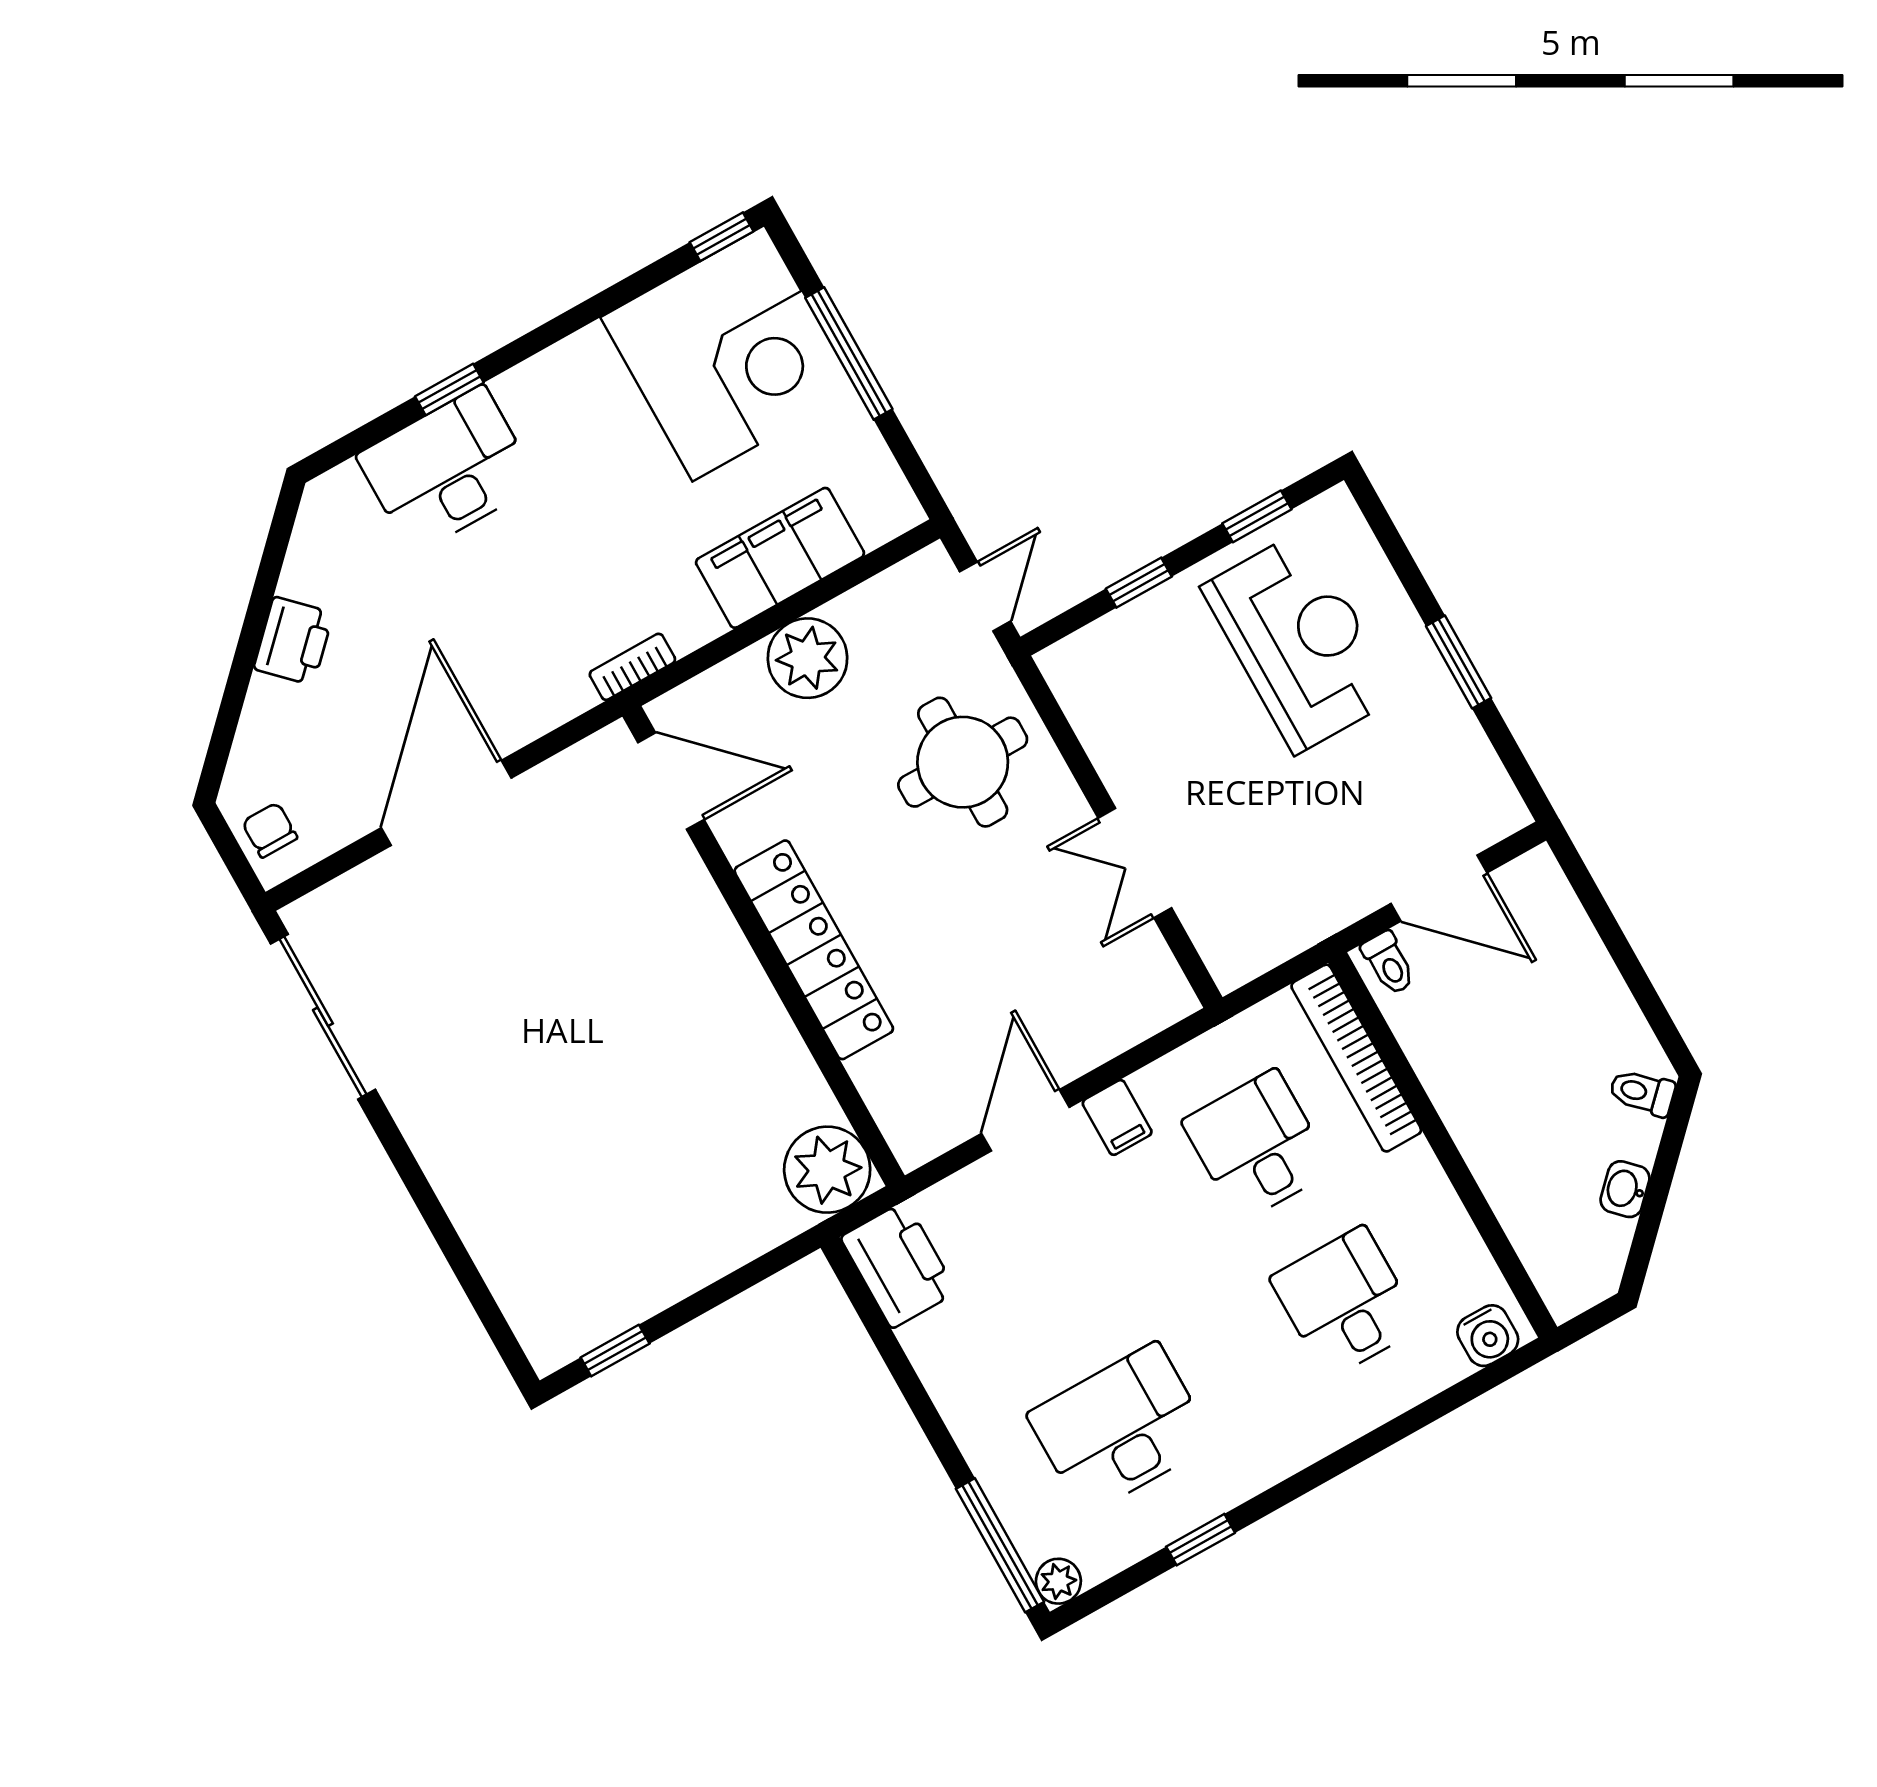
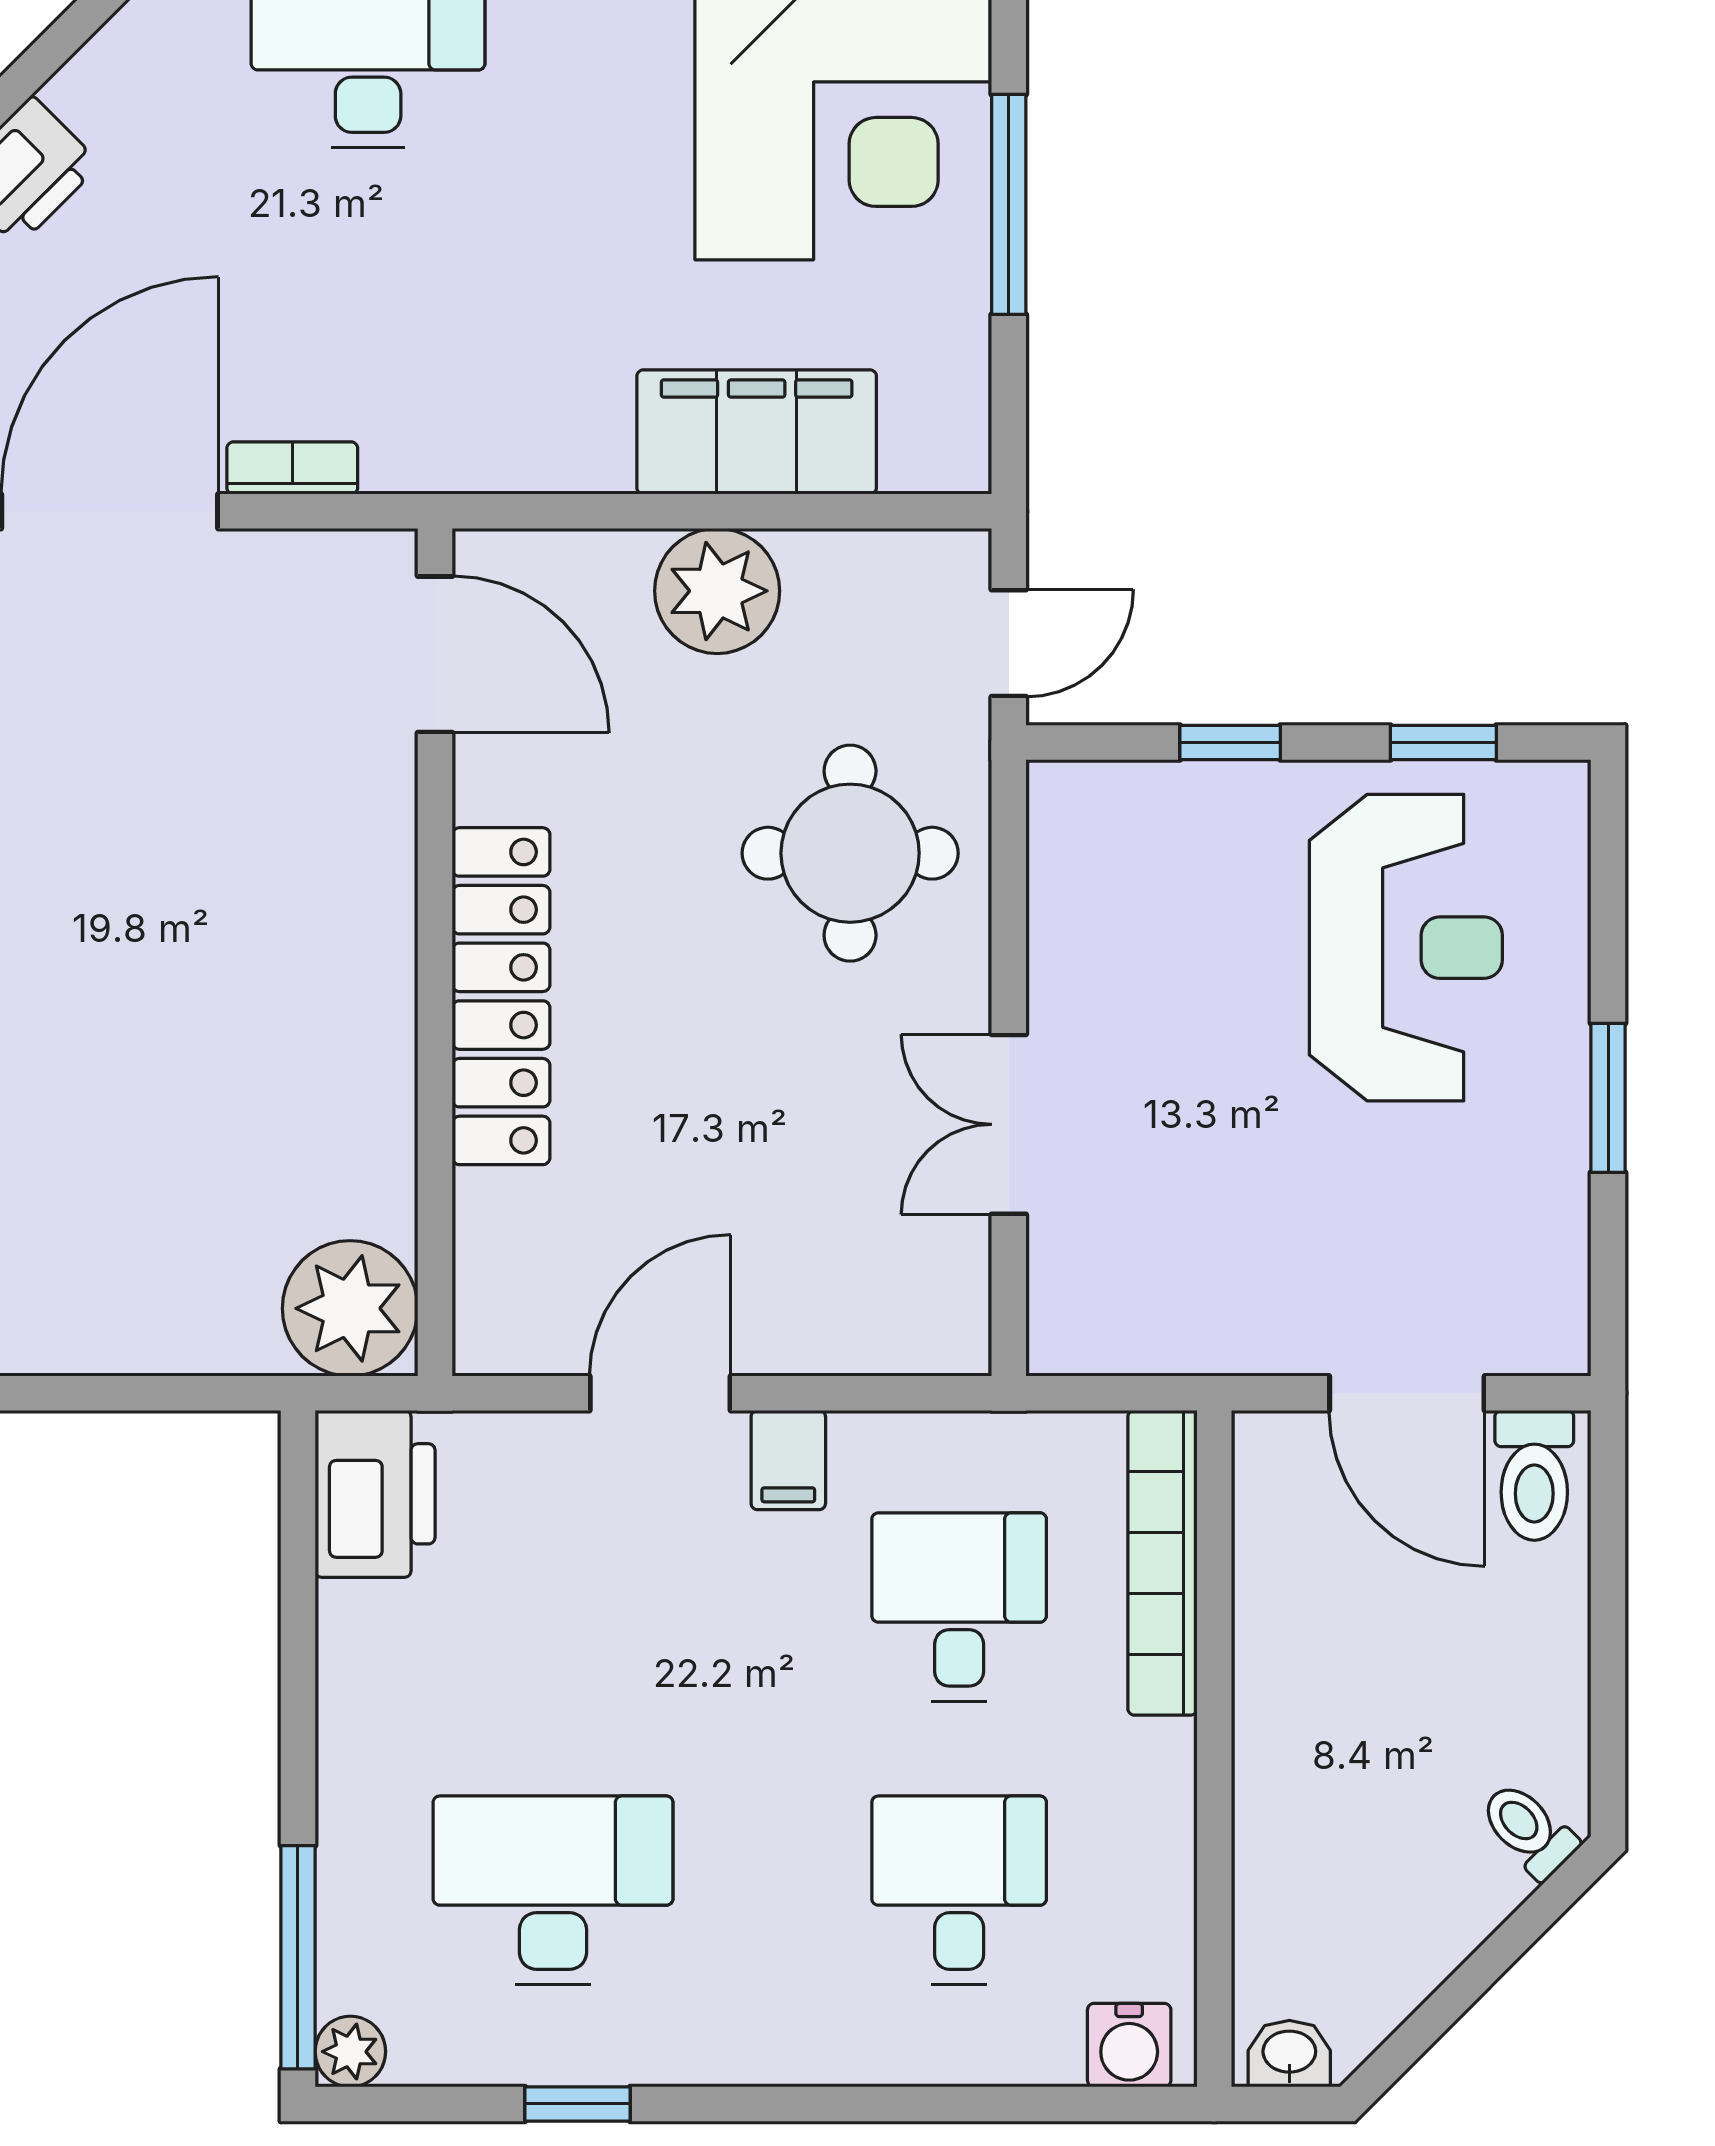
bookcase: (632, 667) -> (292, 468), moved
toilet: (1389, 963) -> (1534, 1475), moved, width x1.37, depth x1.39
washbasin: (1625, 1189) -> (1289, 2054), moved, turned 45

